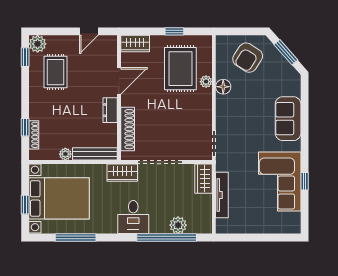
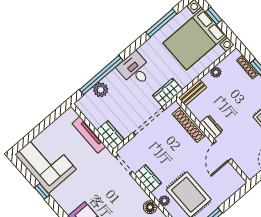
wardrobe: (135, 44) -> (148, 179), moved, turned 90
bench: (95, 154) -> (192, 93), width x0.73
corner sofa: (280, 182) -> (46, 162), moved

